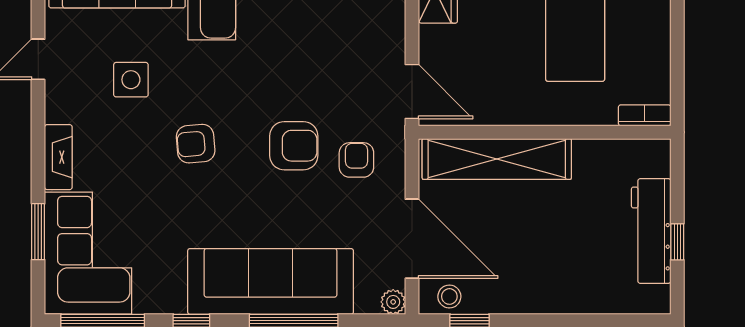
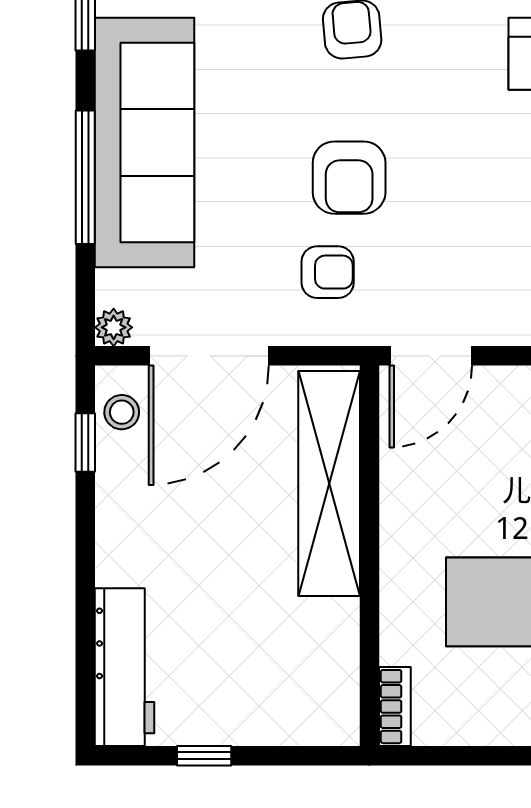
workbench: (651, 231) -> (124, 667), moved, turned 90

